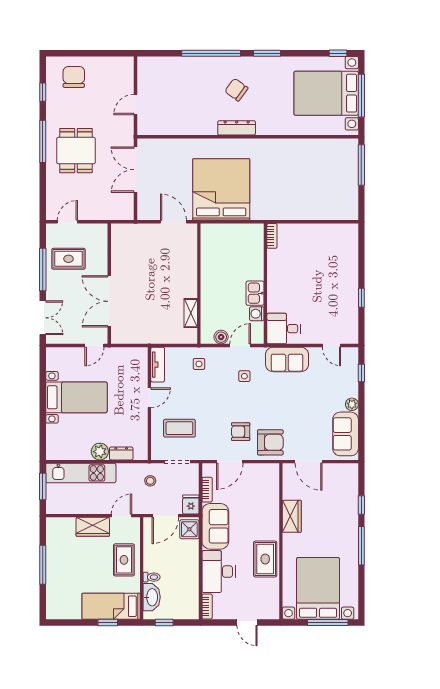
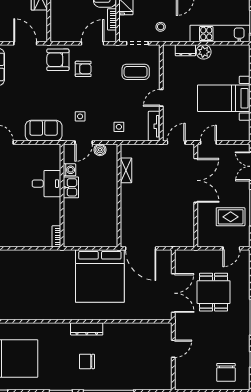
chair: (236, 90) -> (87, 361), turned 144
dining table: (76, 151) -> (214, 292), moved
door: (173, 222) -> (141, 248), width x1.36
desk: (284, 329) -> (46, 184), moved
door: (132, 346) -> (176, 143), added

